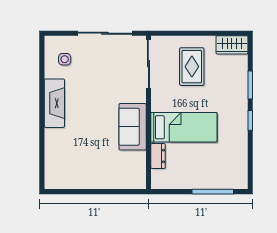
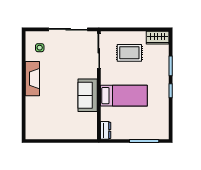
rug: (192, 67) -> (129, 53), turned 90
dresser: (158, 156) -> (106, 130), moved

